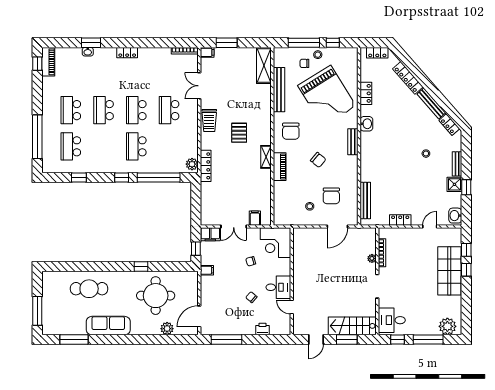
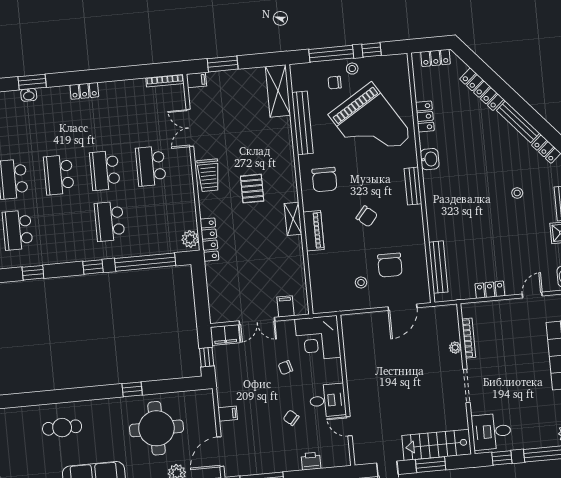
filing cabinet: (207, 270) -> (228, 414), moved
cafe table: (89, 289) -> (62, 428), width x0.73, depth x0.74

